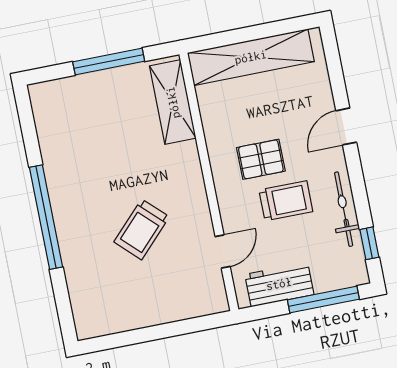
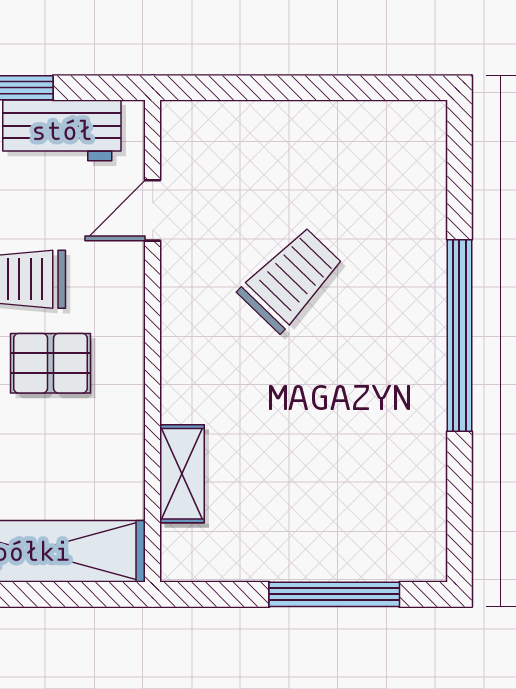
window: (109, 62) -> (334, 594), moved
shelving: (173, 102) -> (182, 474), width x0.67, depth x0.75

